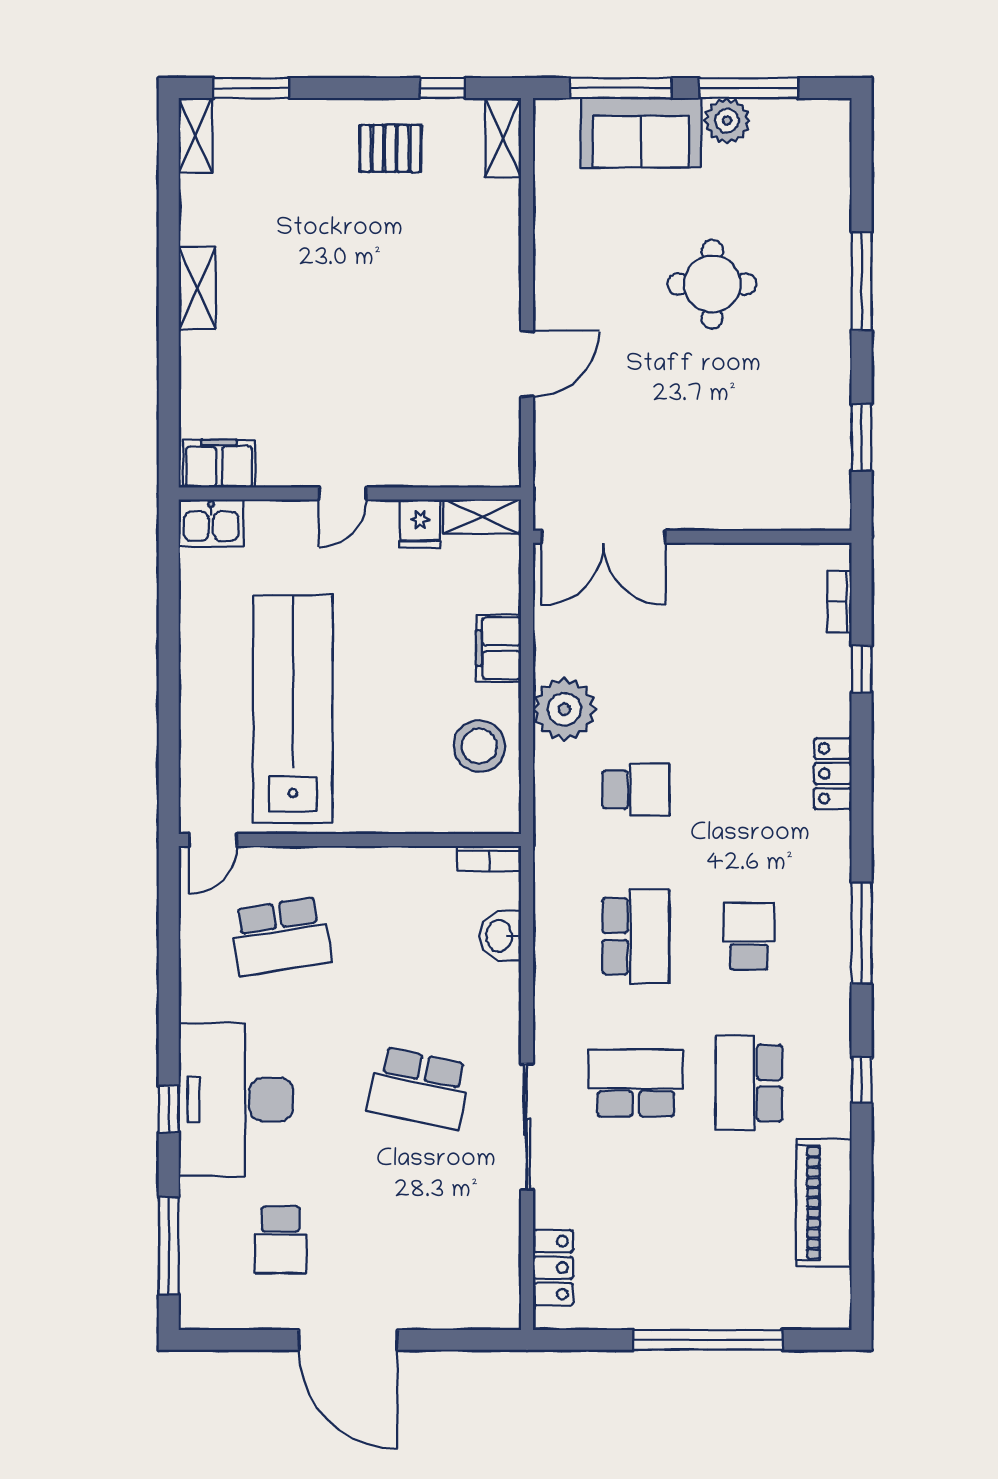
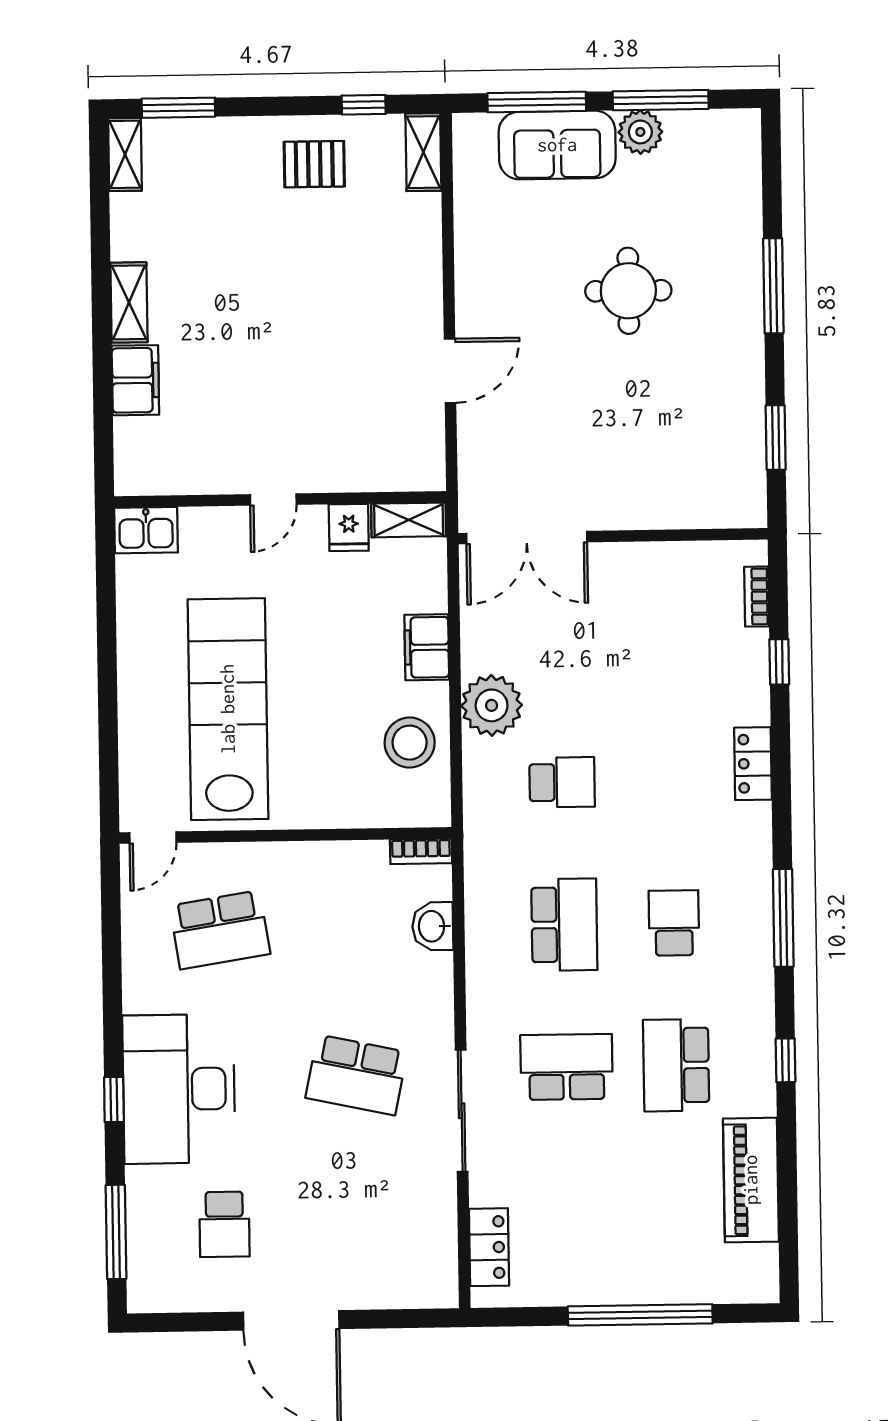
filing cabinet: (219, 464) -> (135, 380), moved, turned 90

